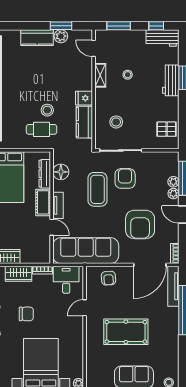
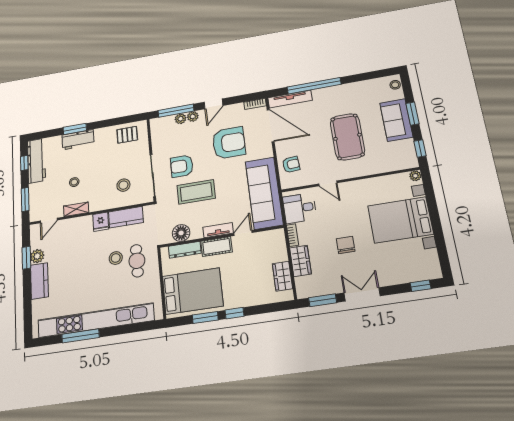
workbench: (163, 38) -> (36, 161), width x1.37
pallet: (167, 129) -> (127, 135), turned 90

